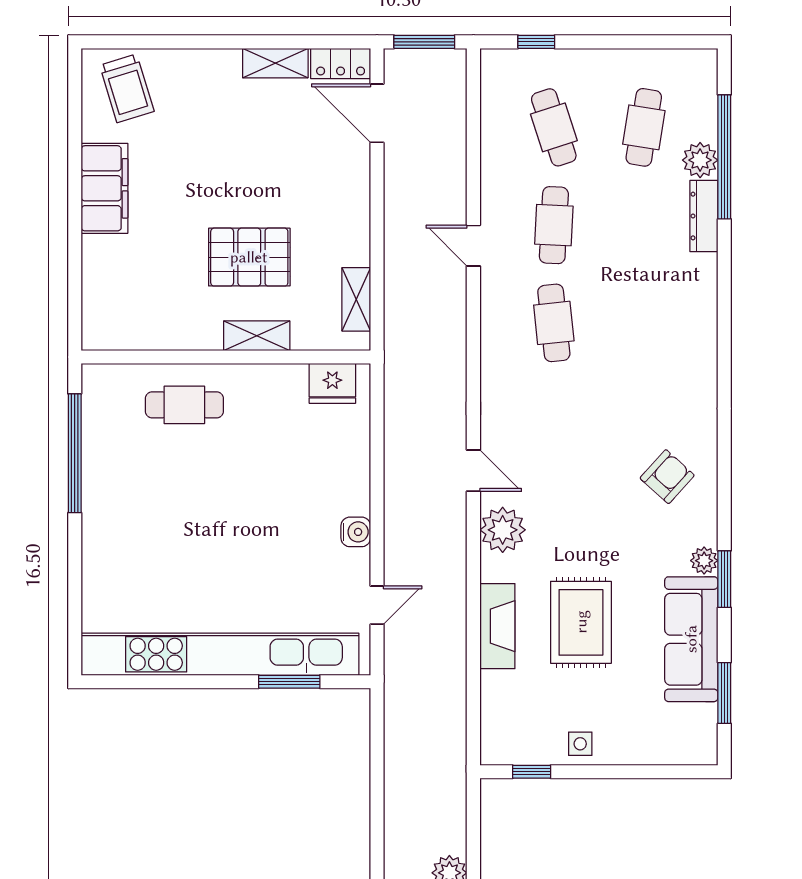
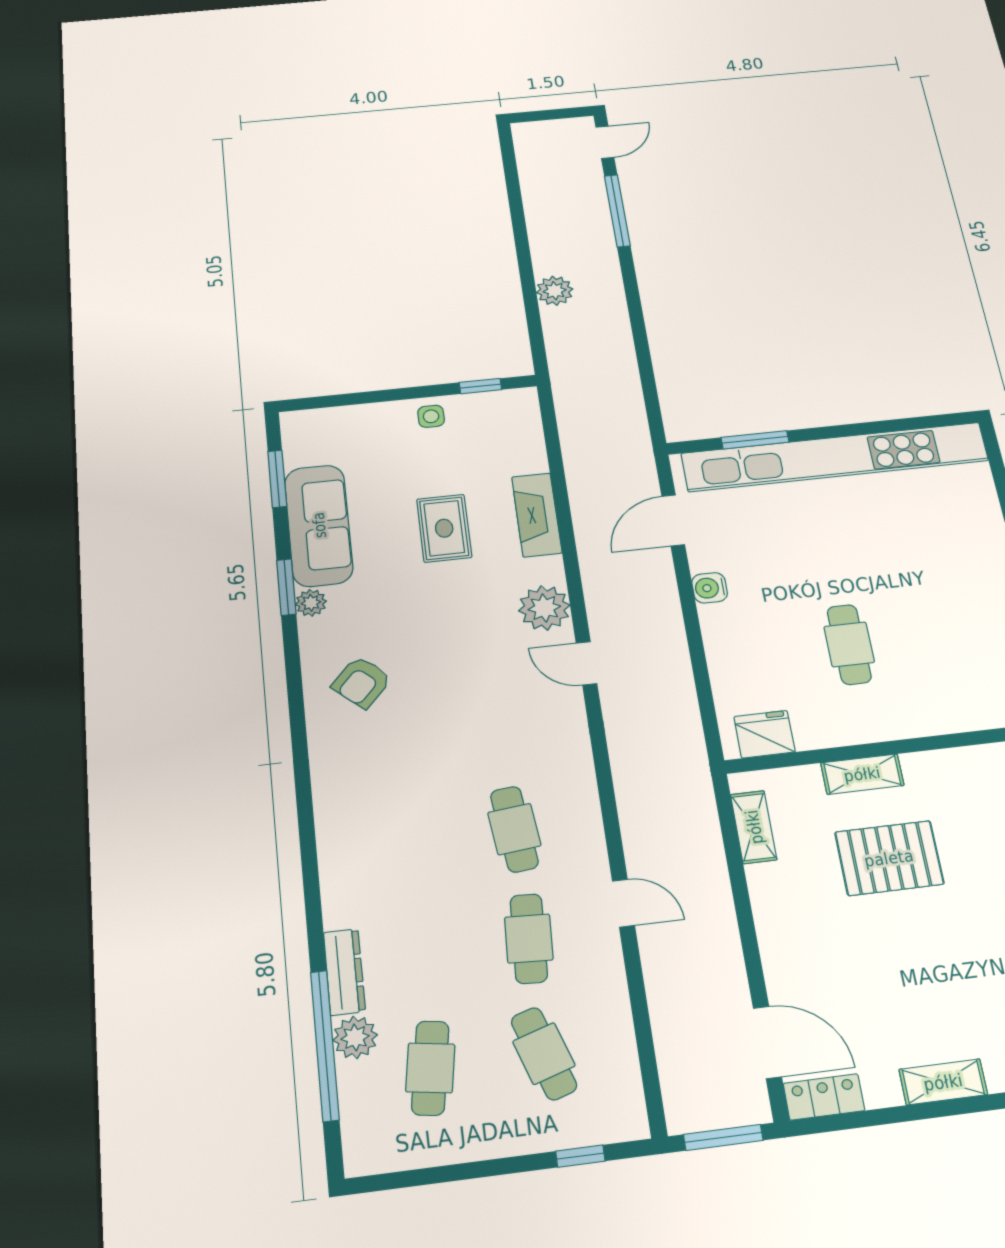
shelving: (275, 63) -> (943, 1082), moved
cafe table: (184, 405) -> (849, 644), moved, turned 90
door: (377, 605) -> (673, 520), width x1.38
rug: (581, 622) -> (444, 528), width x0.73, depth x0.70

